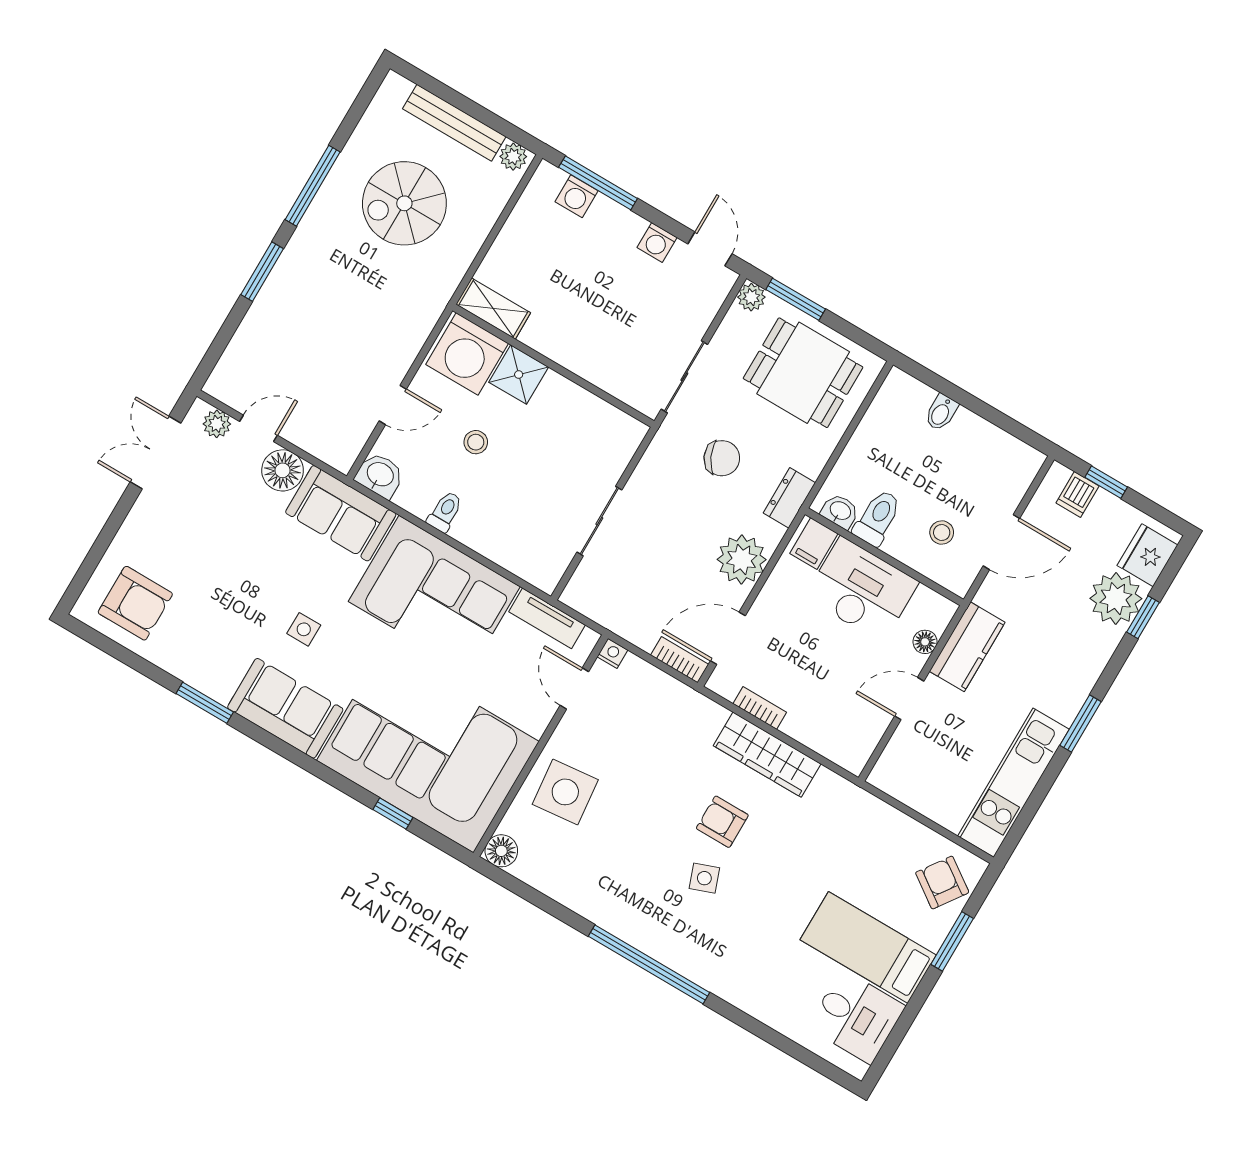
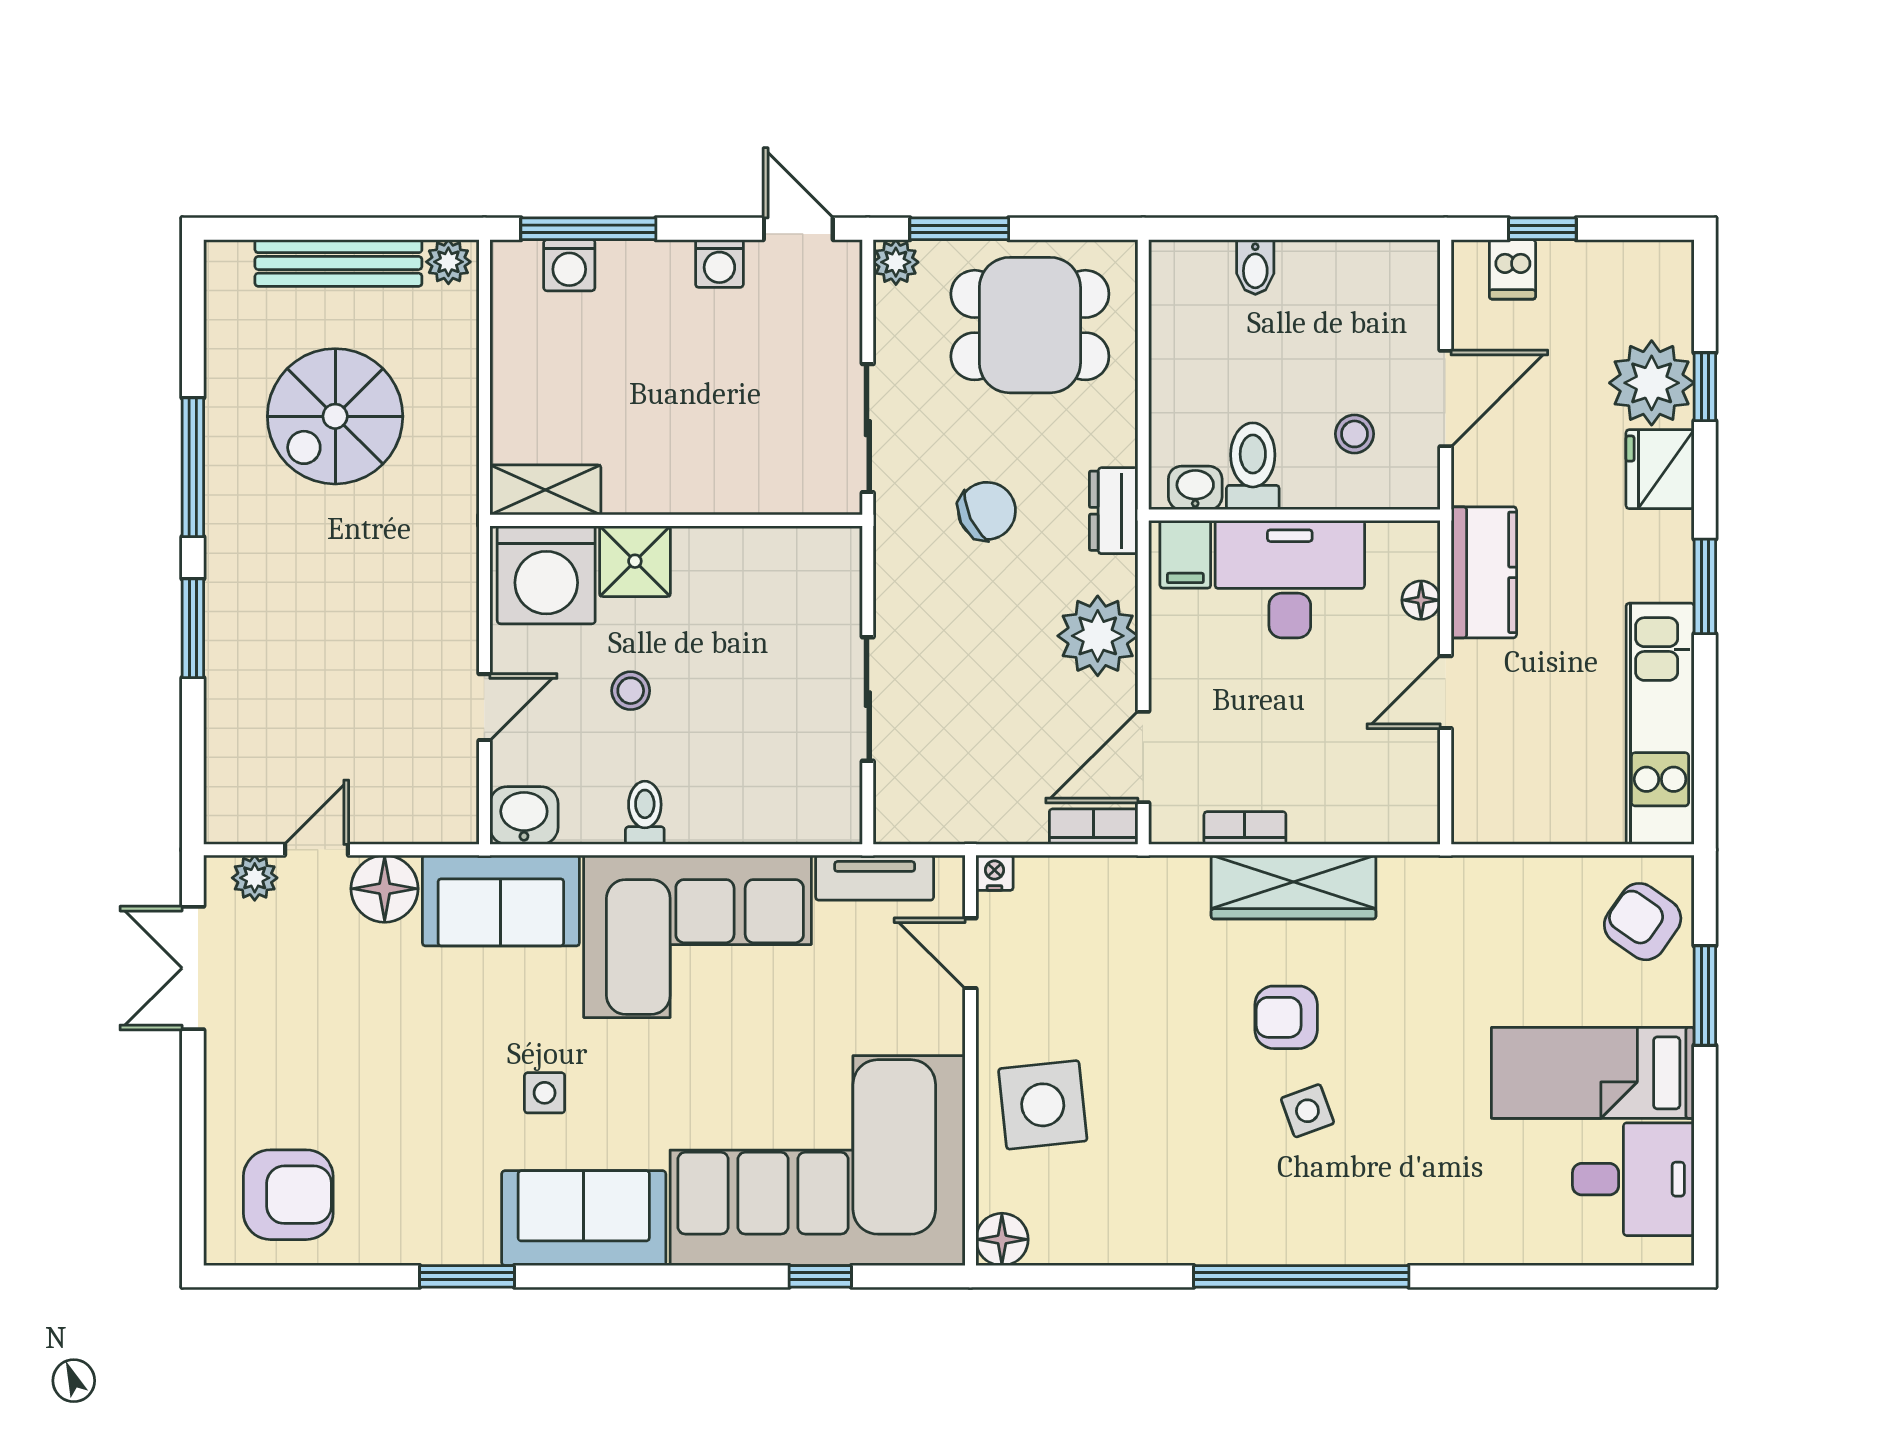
fridge: (1147, 555) -> (1660, 469), moved

